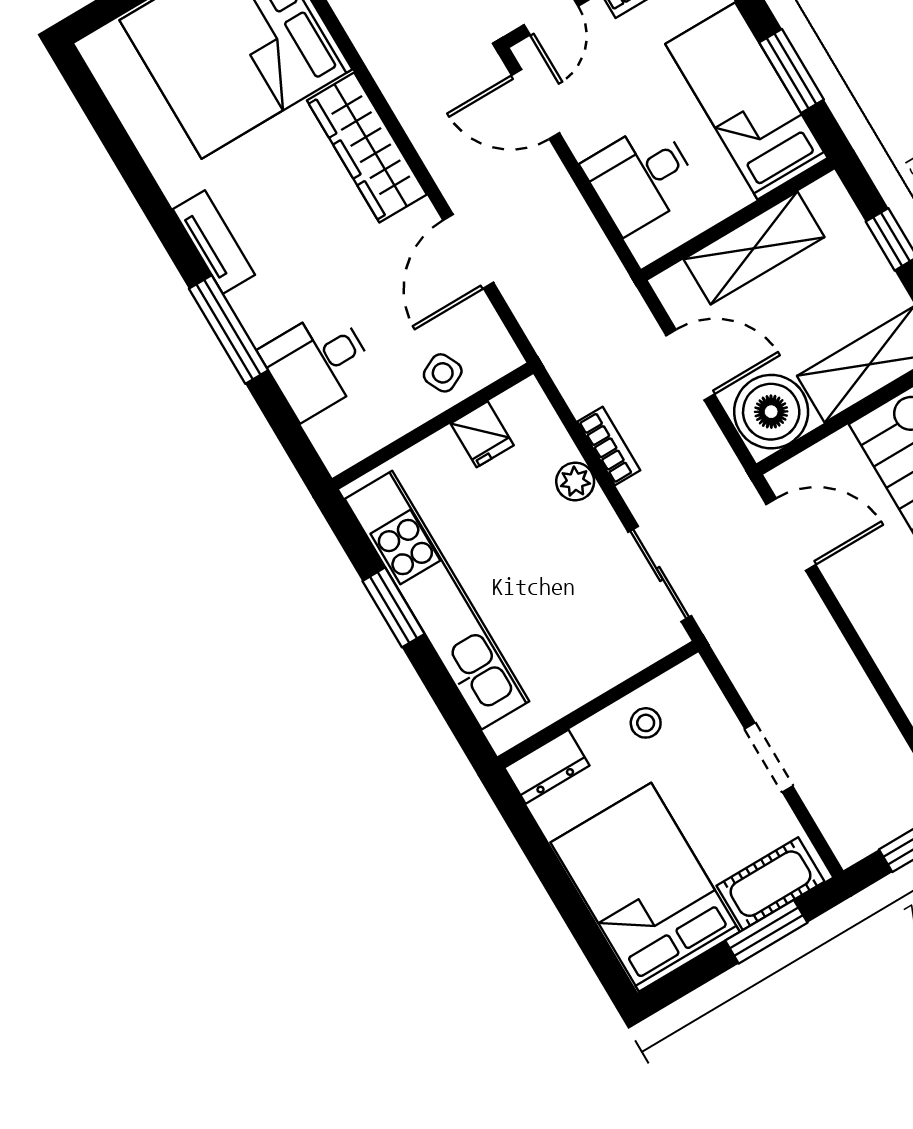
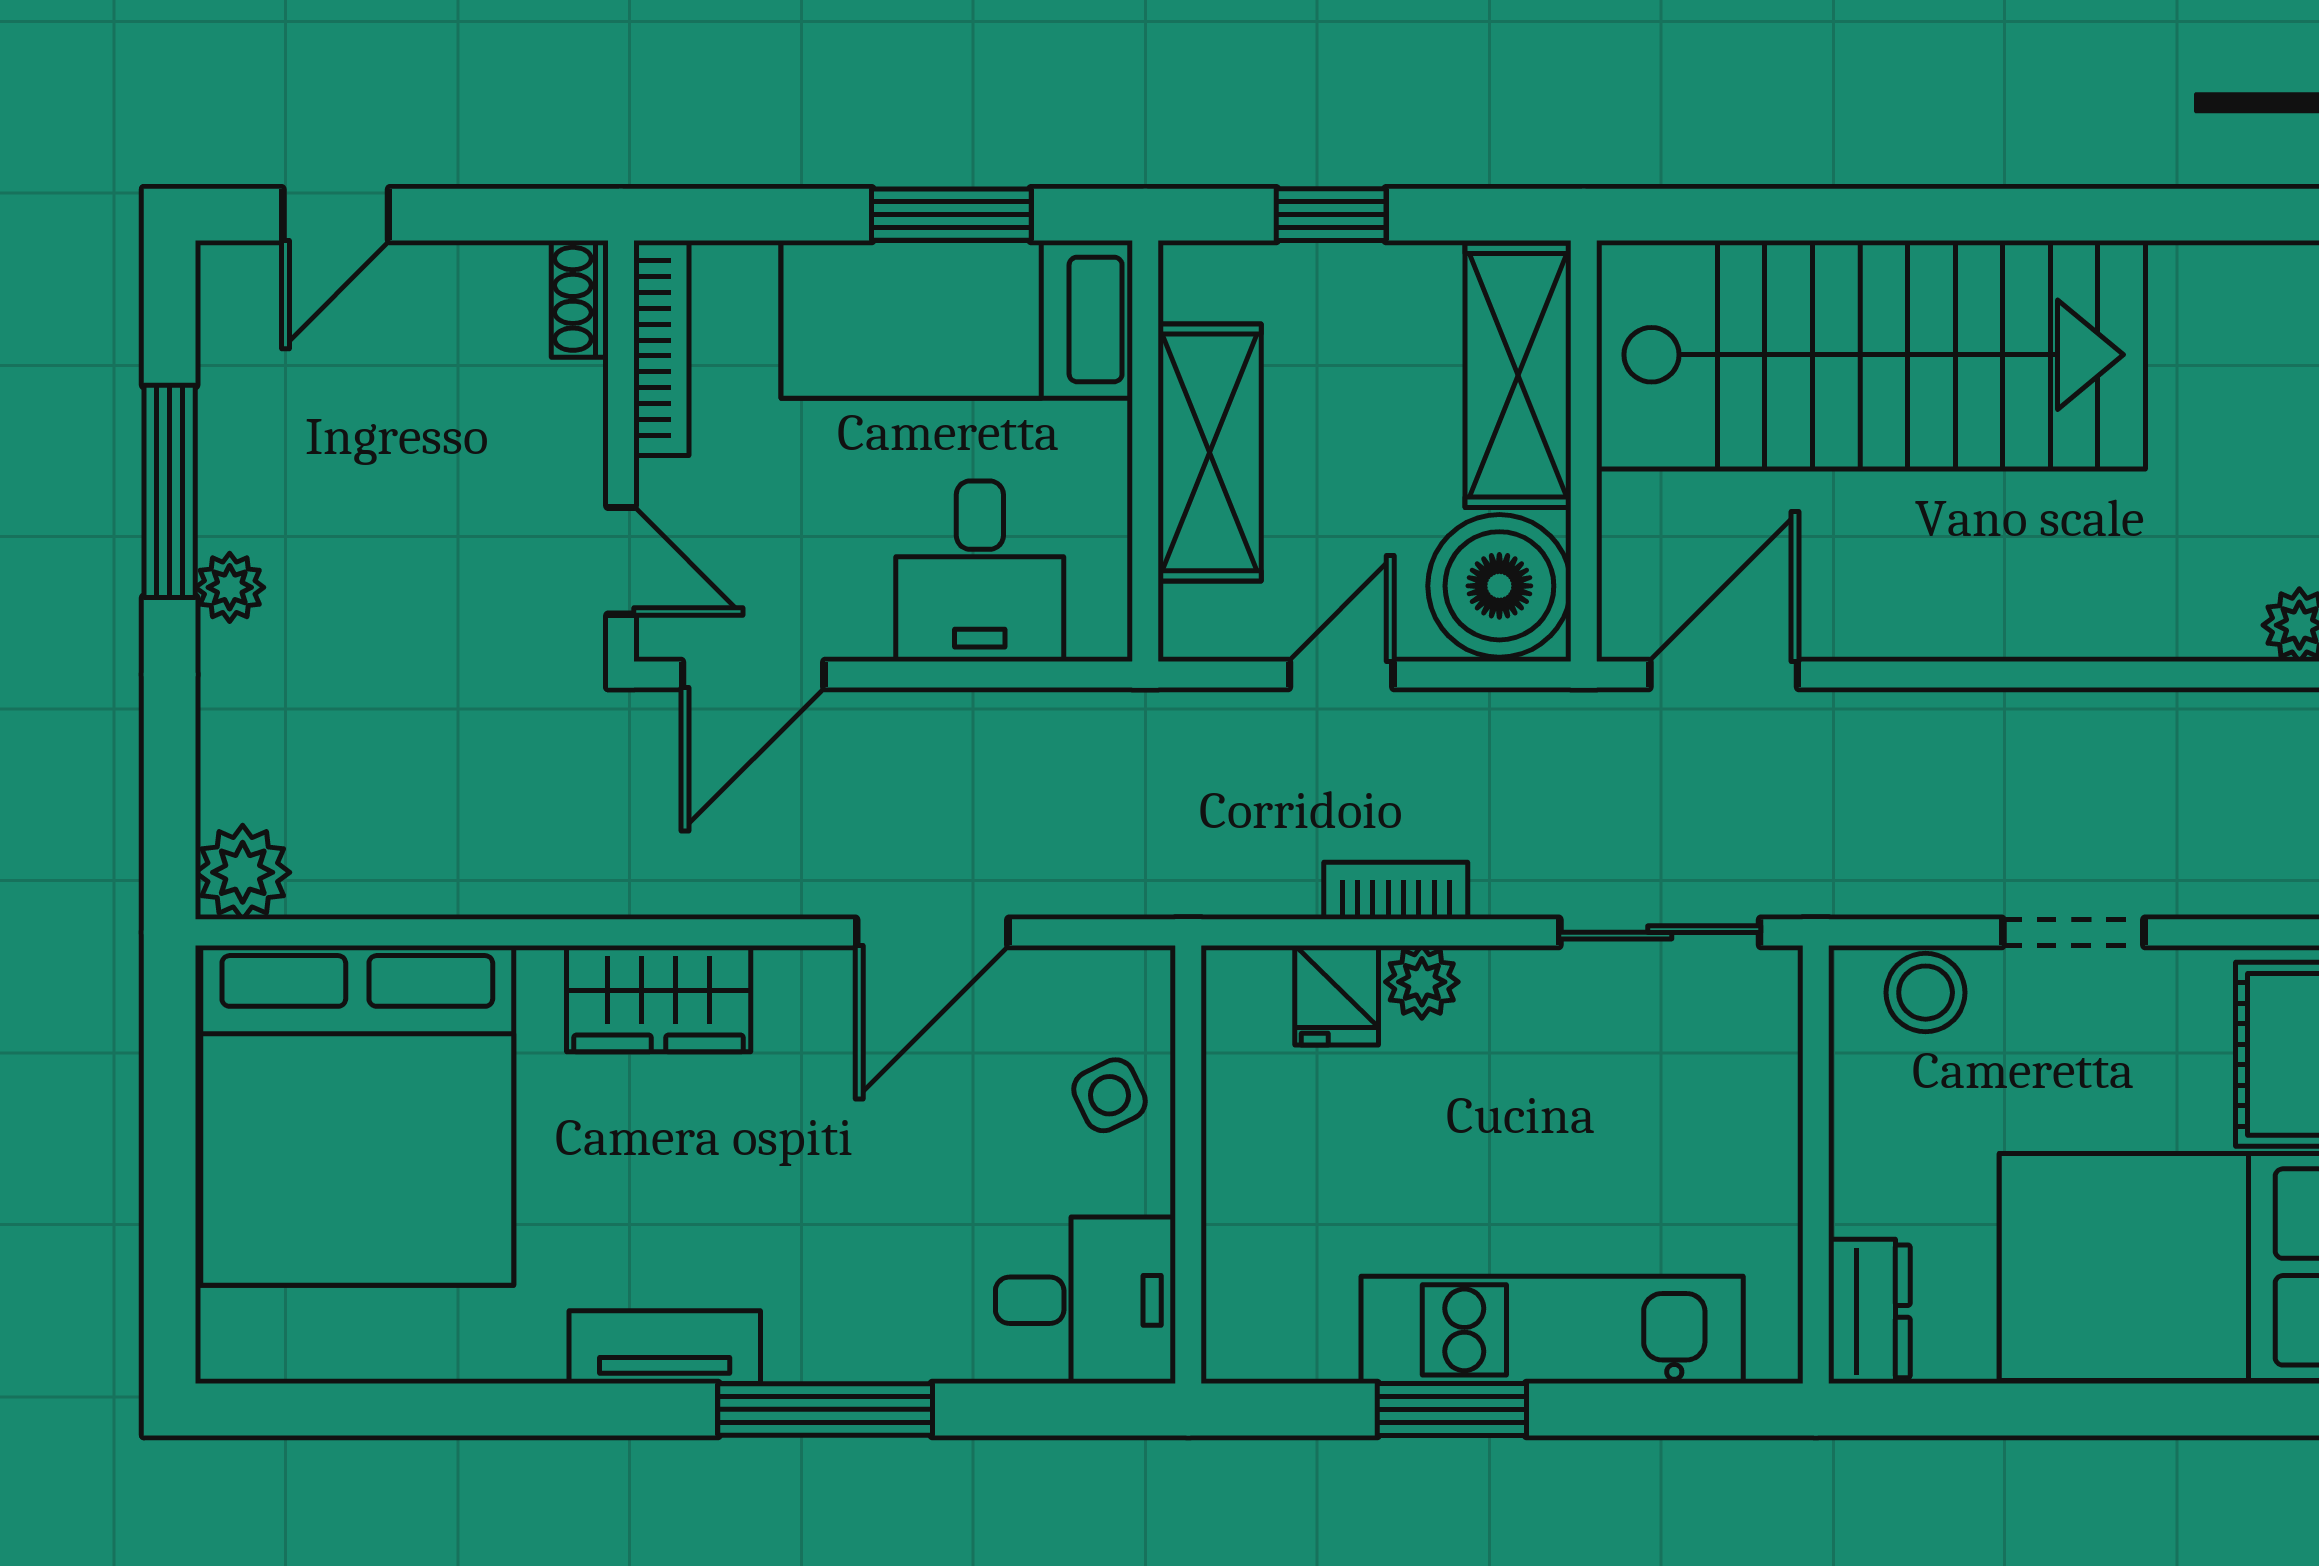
wardrobe: (367, 148) -> (659, 999), width x0.67
door: (468, 251) -> (932, 932), hinge flipped
desk: (318, 363) -> (1085, 1300), moved, turned -90
door: (690, 365) -> (1341, 674), width x0.73
fridge: (482, 434) -> (1337, 995), moved, turned 90
kitchen unit: (437, 600) -> (1552, 1330), width x0.73
stool: (646, 723) -> (1926, 993), moved, width x1.37, depth x1.37

